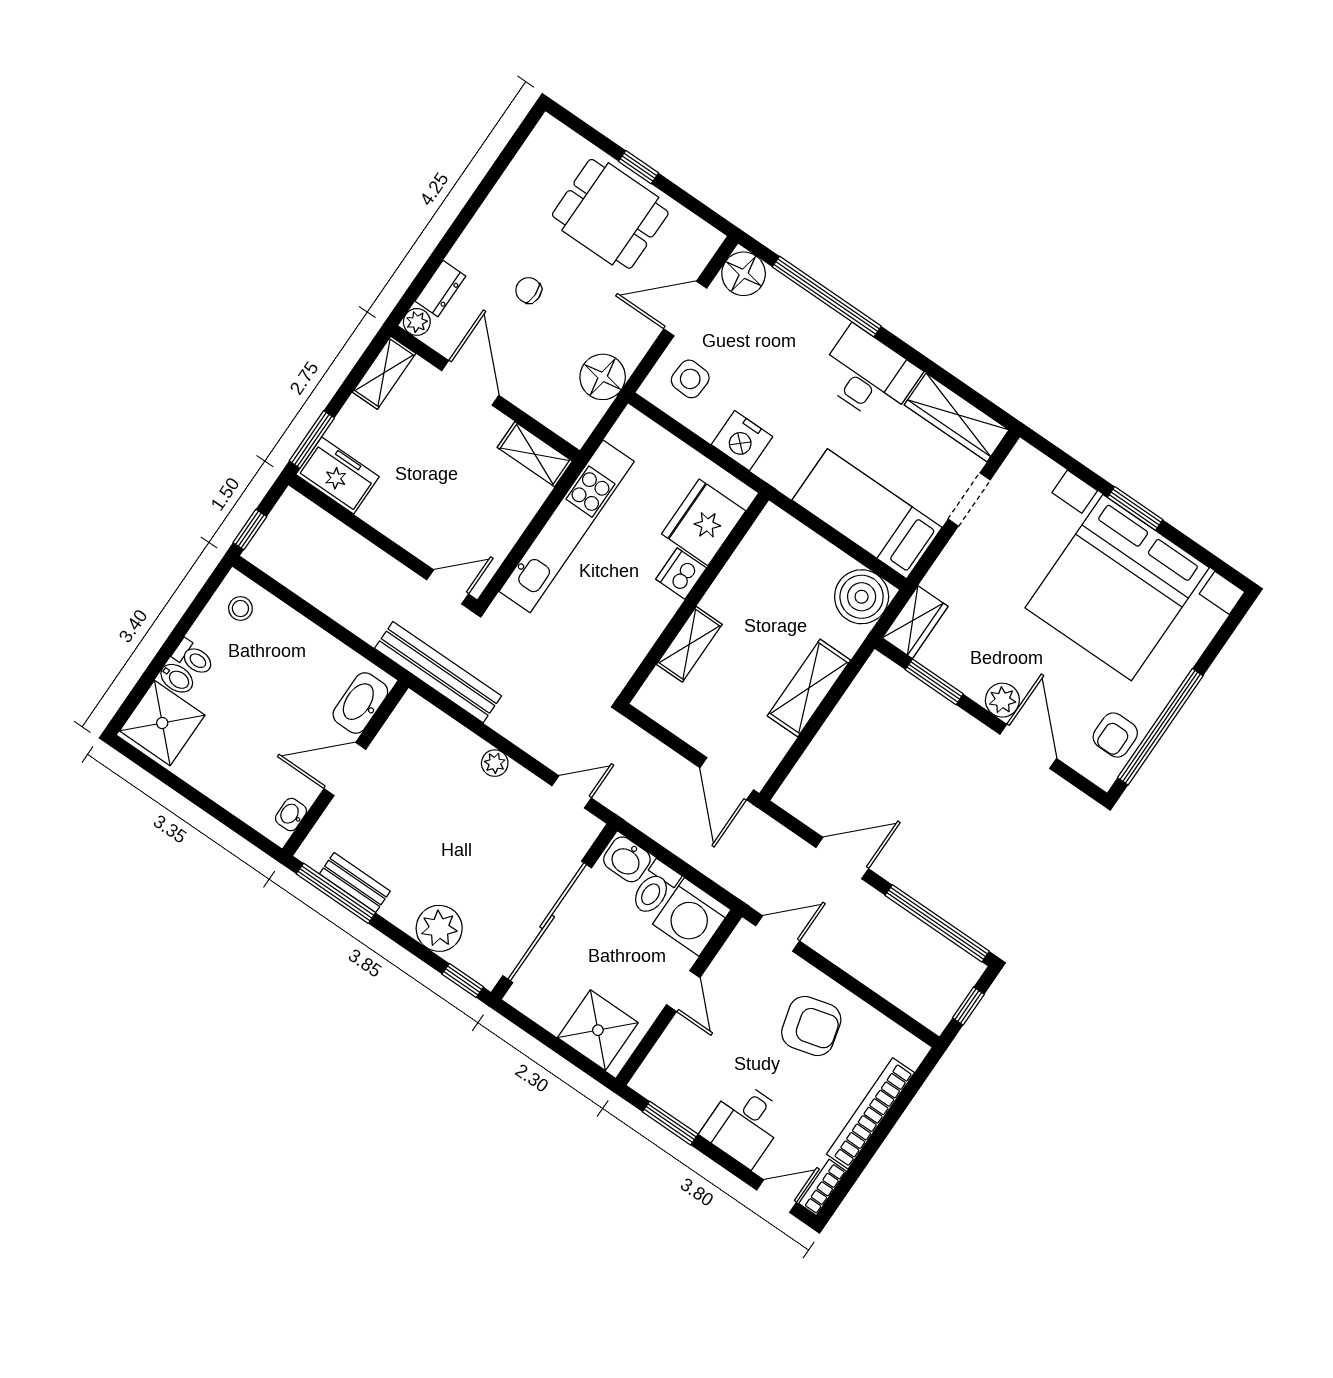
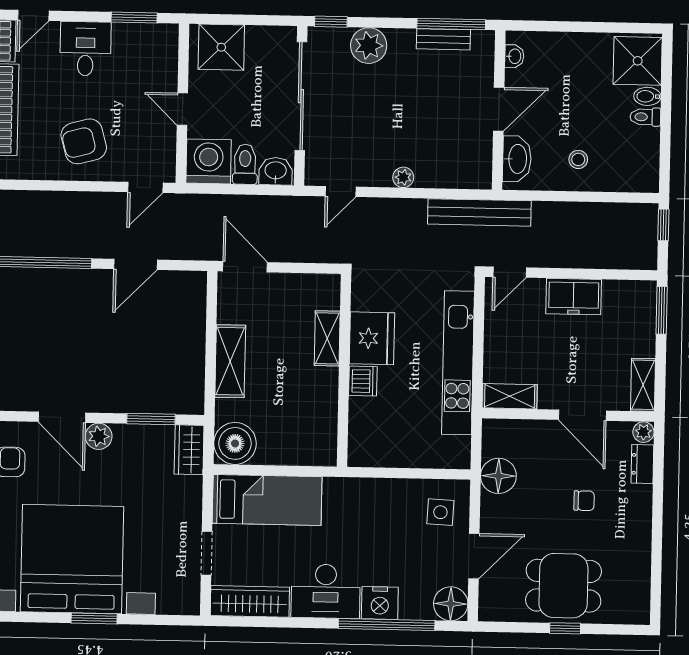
nightstand: (742, 441) -> (380, 603), moved, turned 180
freezer: (338, 476) -> (574, 297), moved
fridge: (704, 522) -> (372, 338), moved
stool: (240, 608) -> (578, 159), moved

